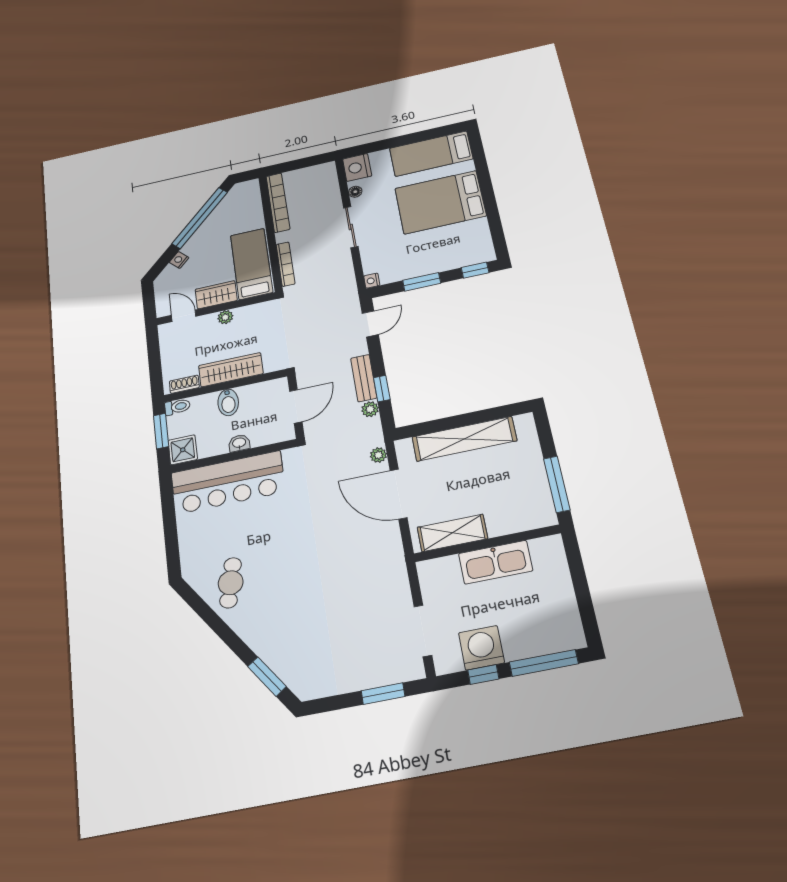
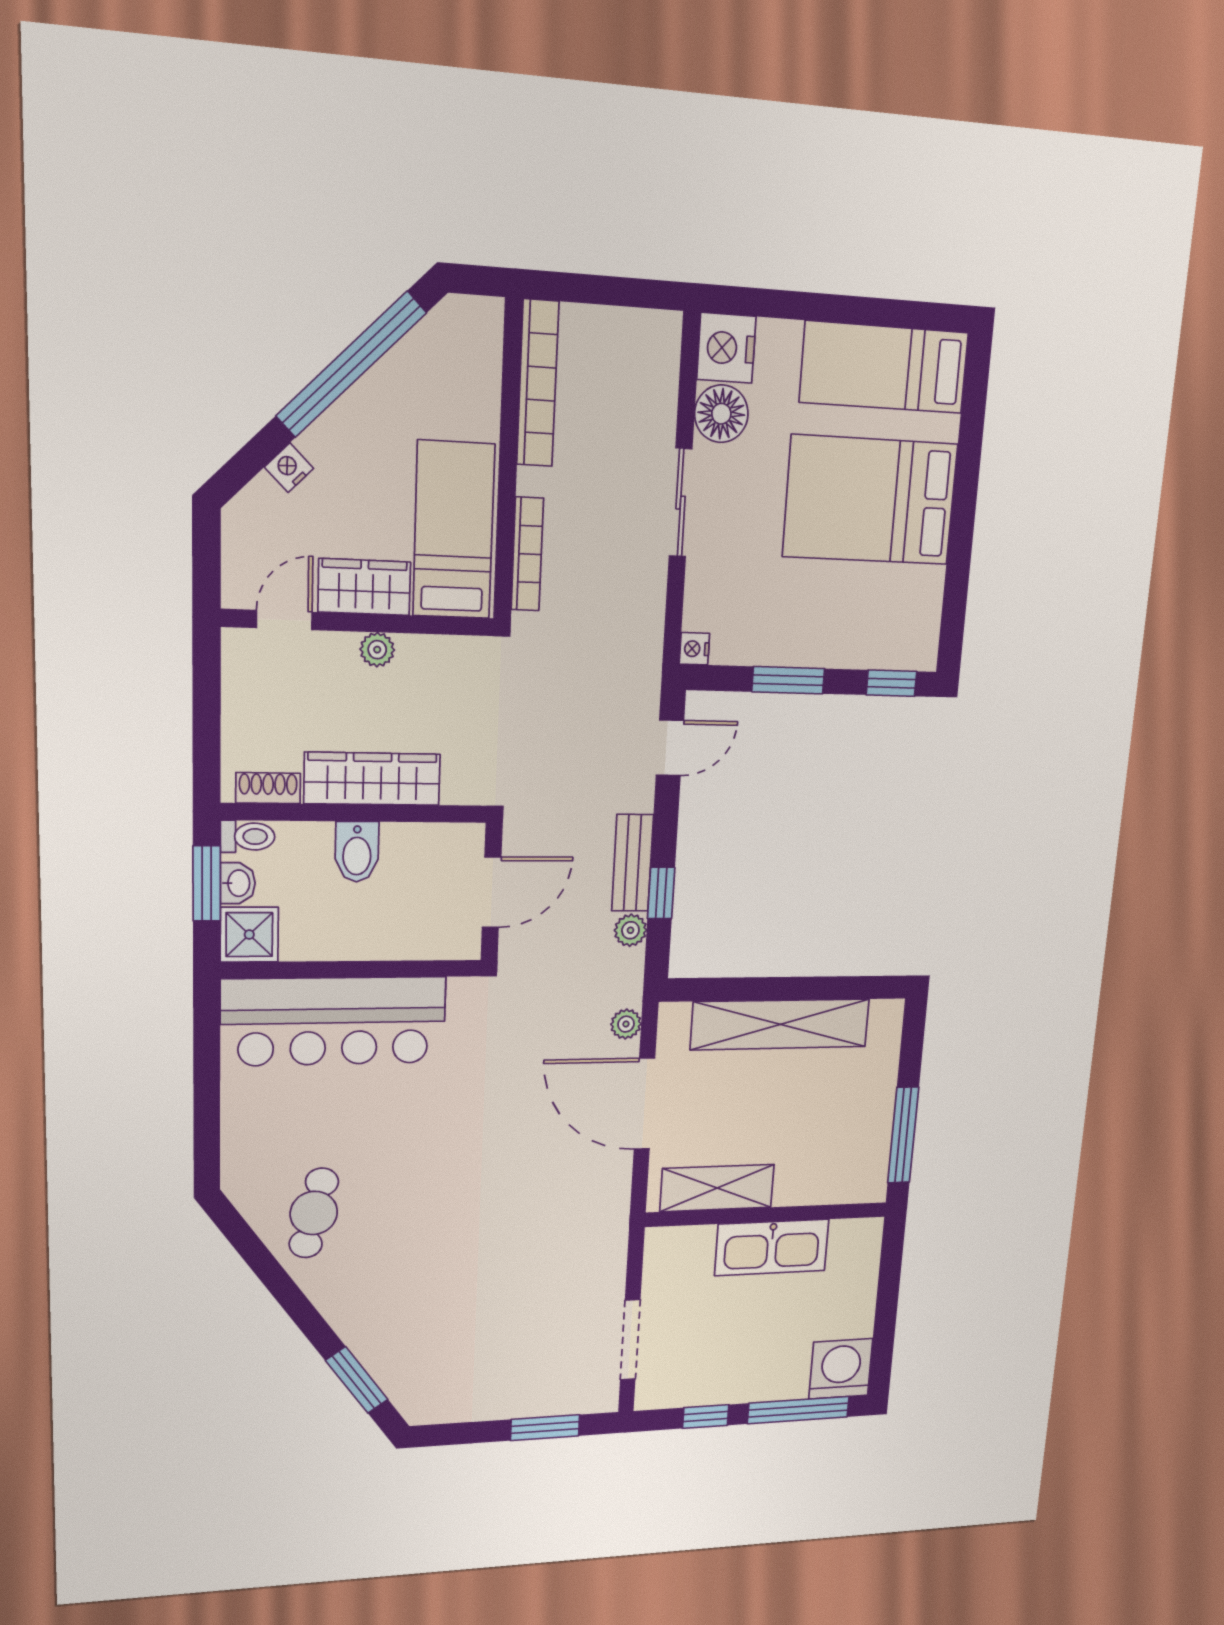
floor lamp: (355, 192) -> (721, 414), width x1.89, depth x1.89
door: (184, 316) -> (284, 620), hinge flipped
washbasin: (239, 443) -> (238, 883), moved, turned 90
washing machine: (481, 648) -> (841, 1369), moved

